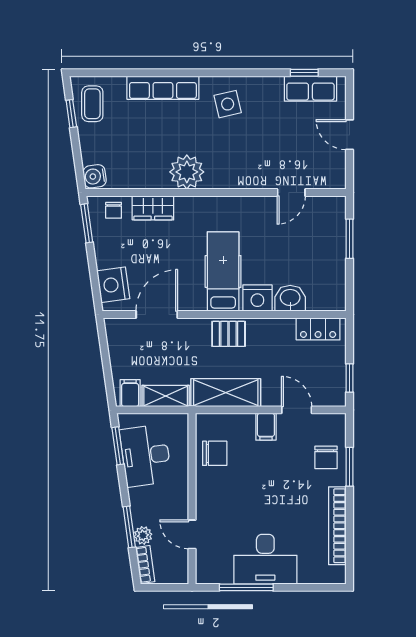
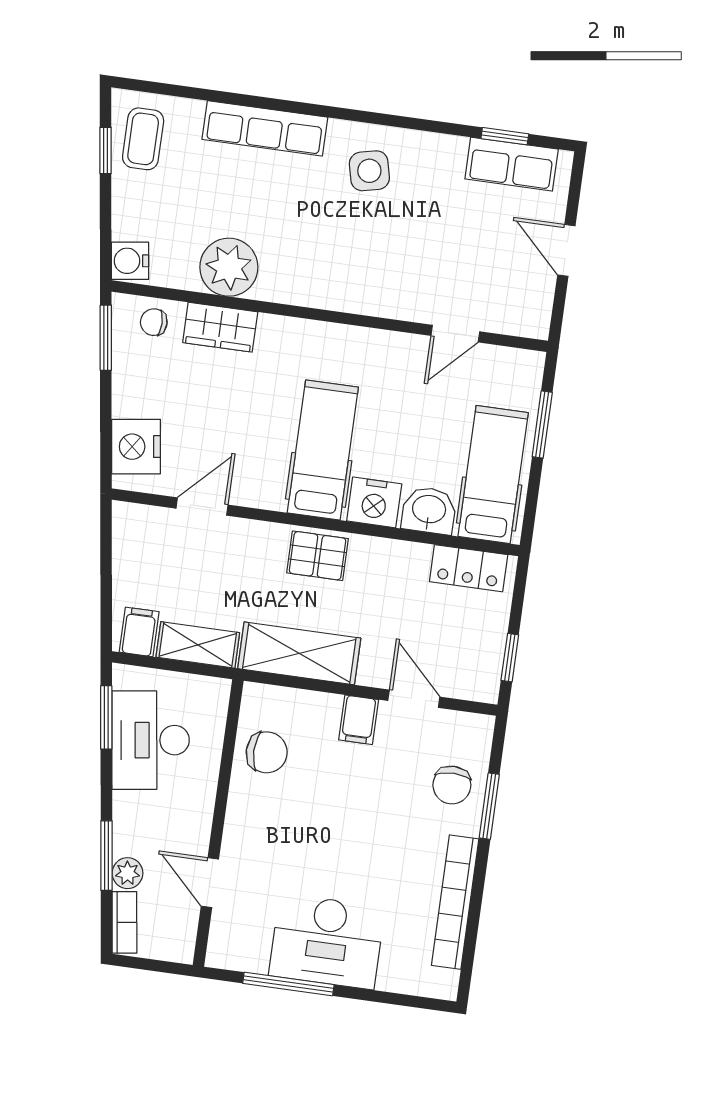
plant: (187, 172) -> (229, 267), moved
chair: (114, 210) -> (154, 322), turned 90
hospital bed: (325, 272) -> (493, 475), added
door: (157, 315) -> (202, 507), width x0.73

